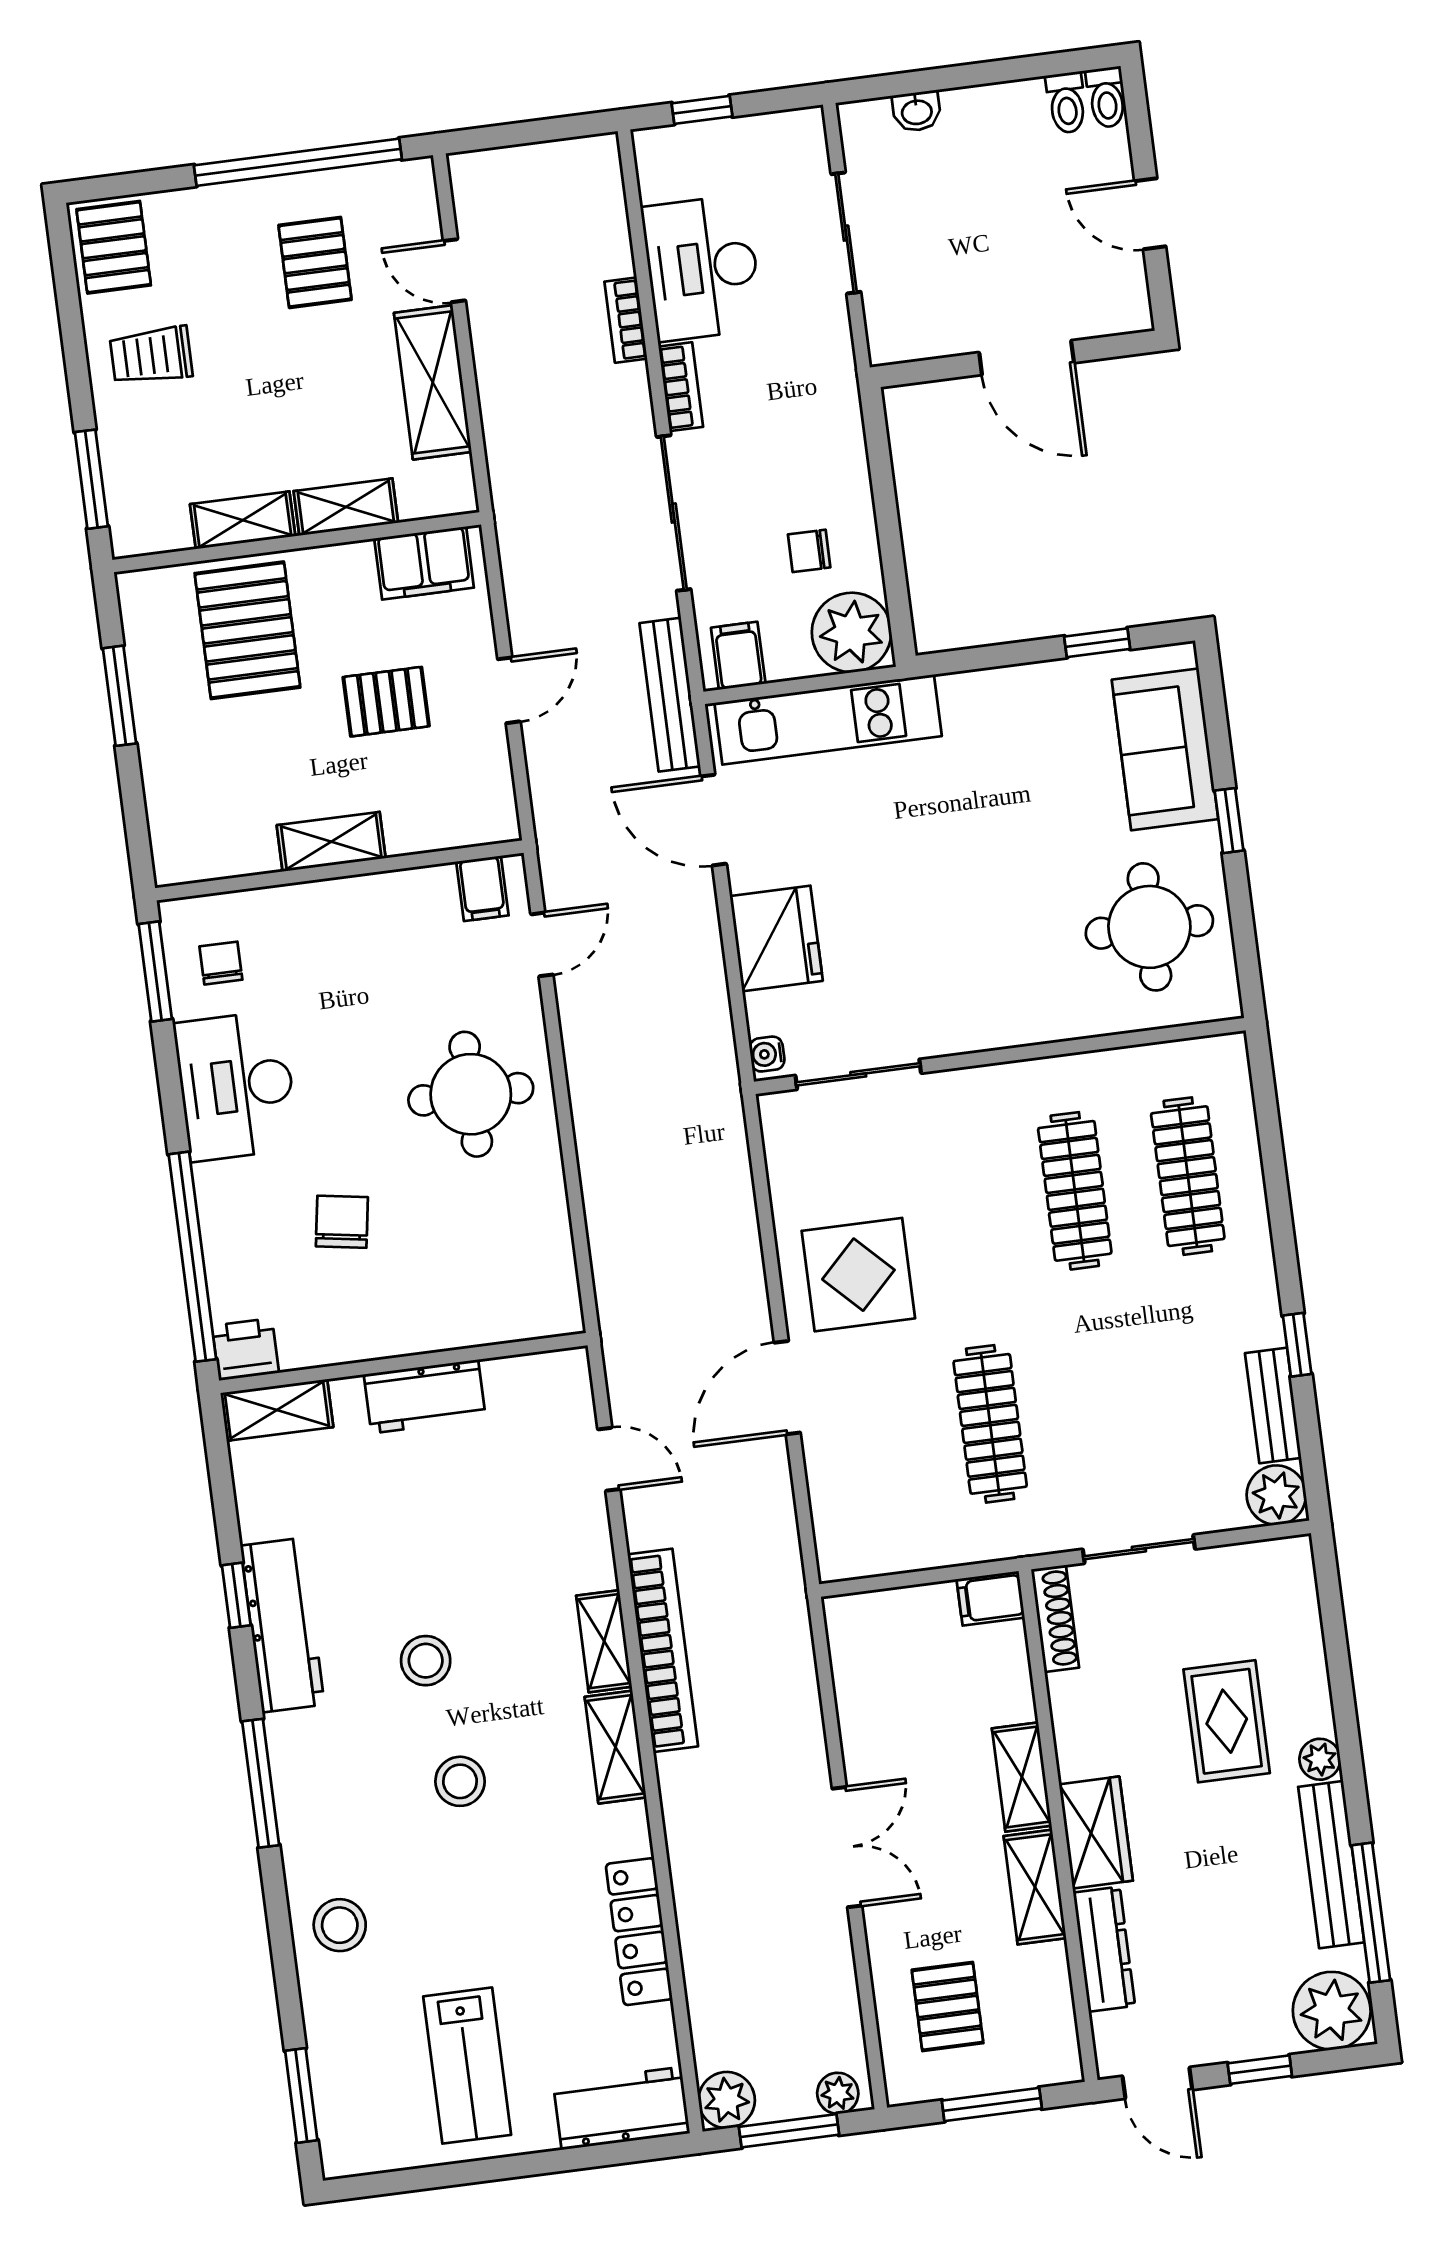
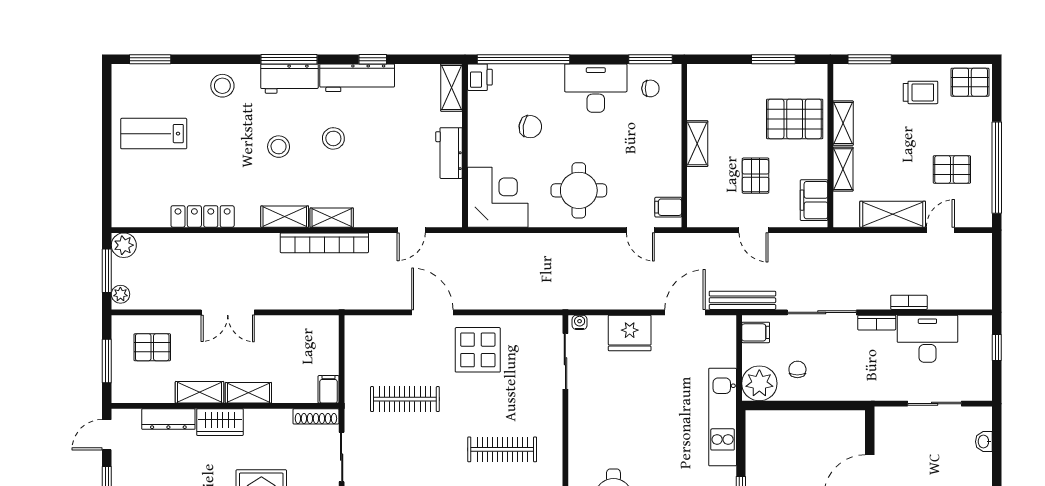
trolley: (151, 356) -> (920, 92), turned 90
kitchen unit: (828, 720) -> (723, 417), moved
corner desk: (510, 1274) -> (498, 197), added
workbench: (621, 2108) -> (289, 79), moved, turned 90

